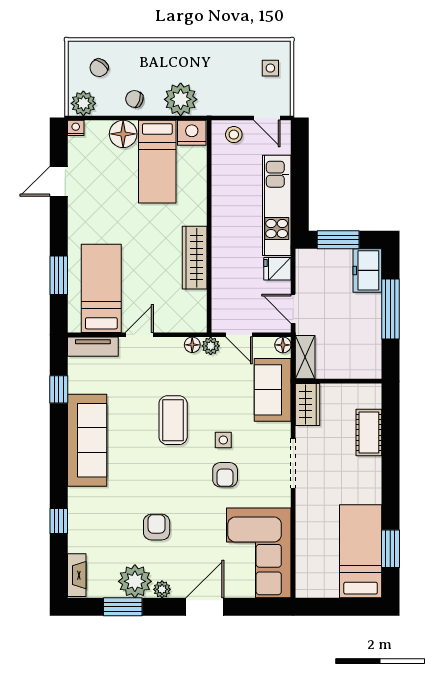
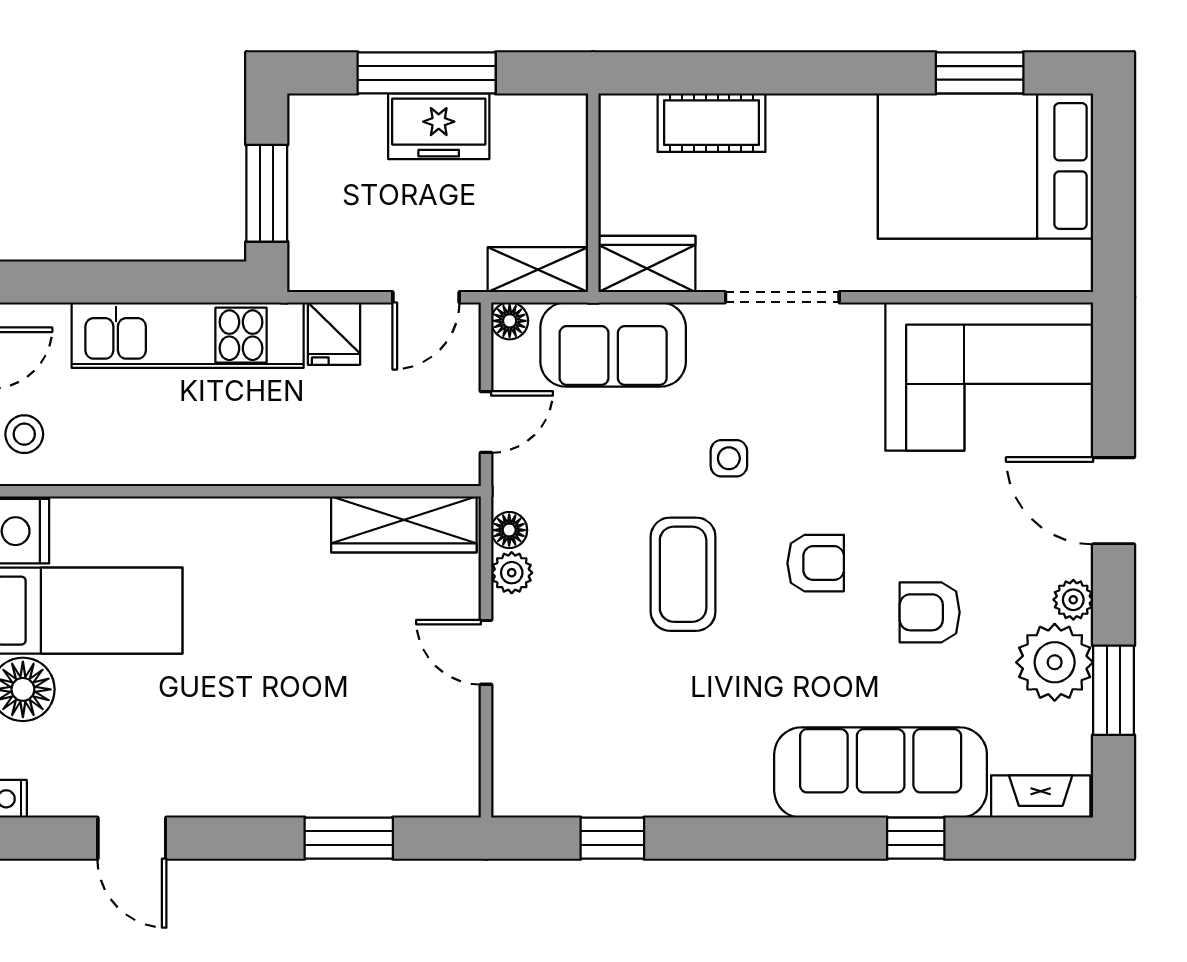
wardrobe: (195, 258) -> (404, 524), moved
freezer: (367, 270) -> (439, 126), moved
bed: (101, 288) -> (379, 740), removed
plant: (211, 346) -> (512, 573), moved
tv unit: (93, 347) -> (513, 759), removed
coffee table: (173, 420) -> (683, 574), turned 90
sofa: (87, 440) -> (881, 773), moved
armchair: (225, 475) -> (816, 563), moved
bed: (361, 551) -> (985, 166), width x1.50

